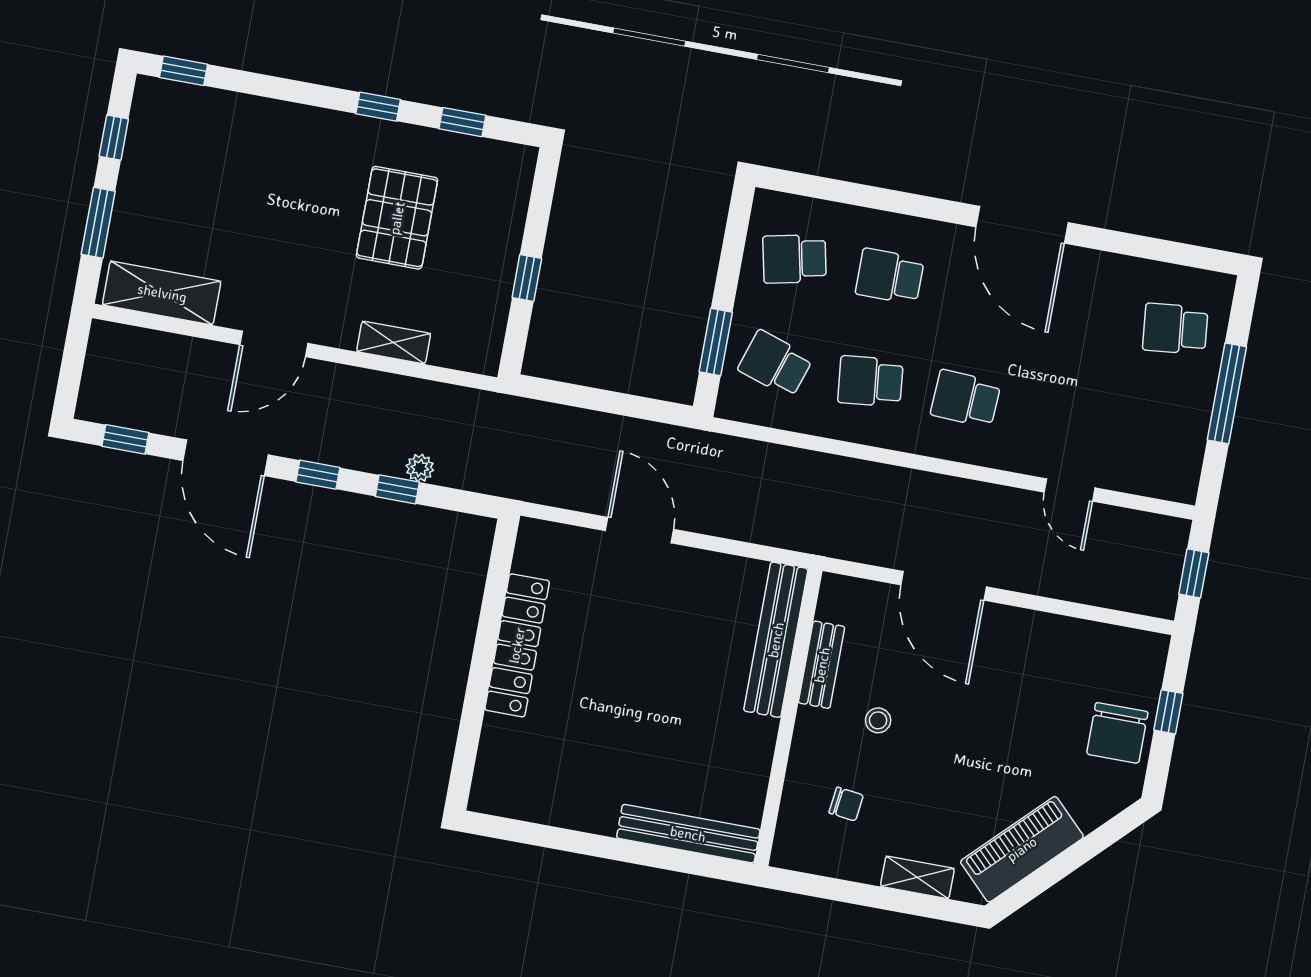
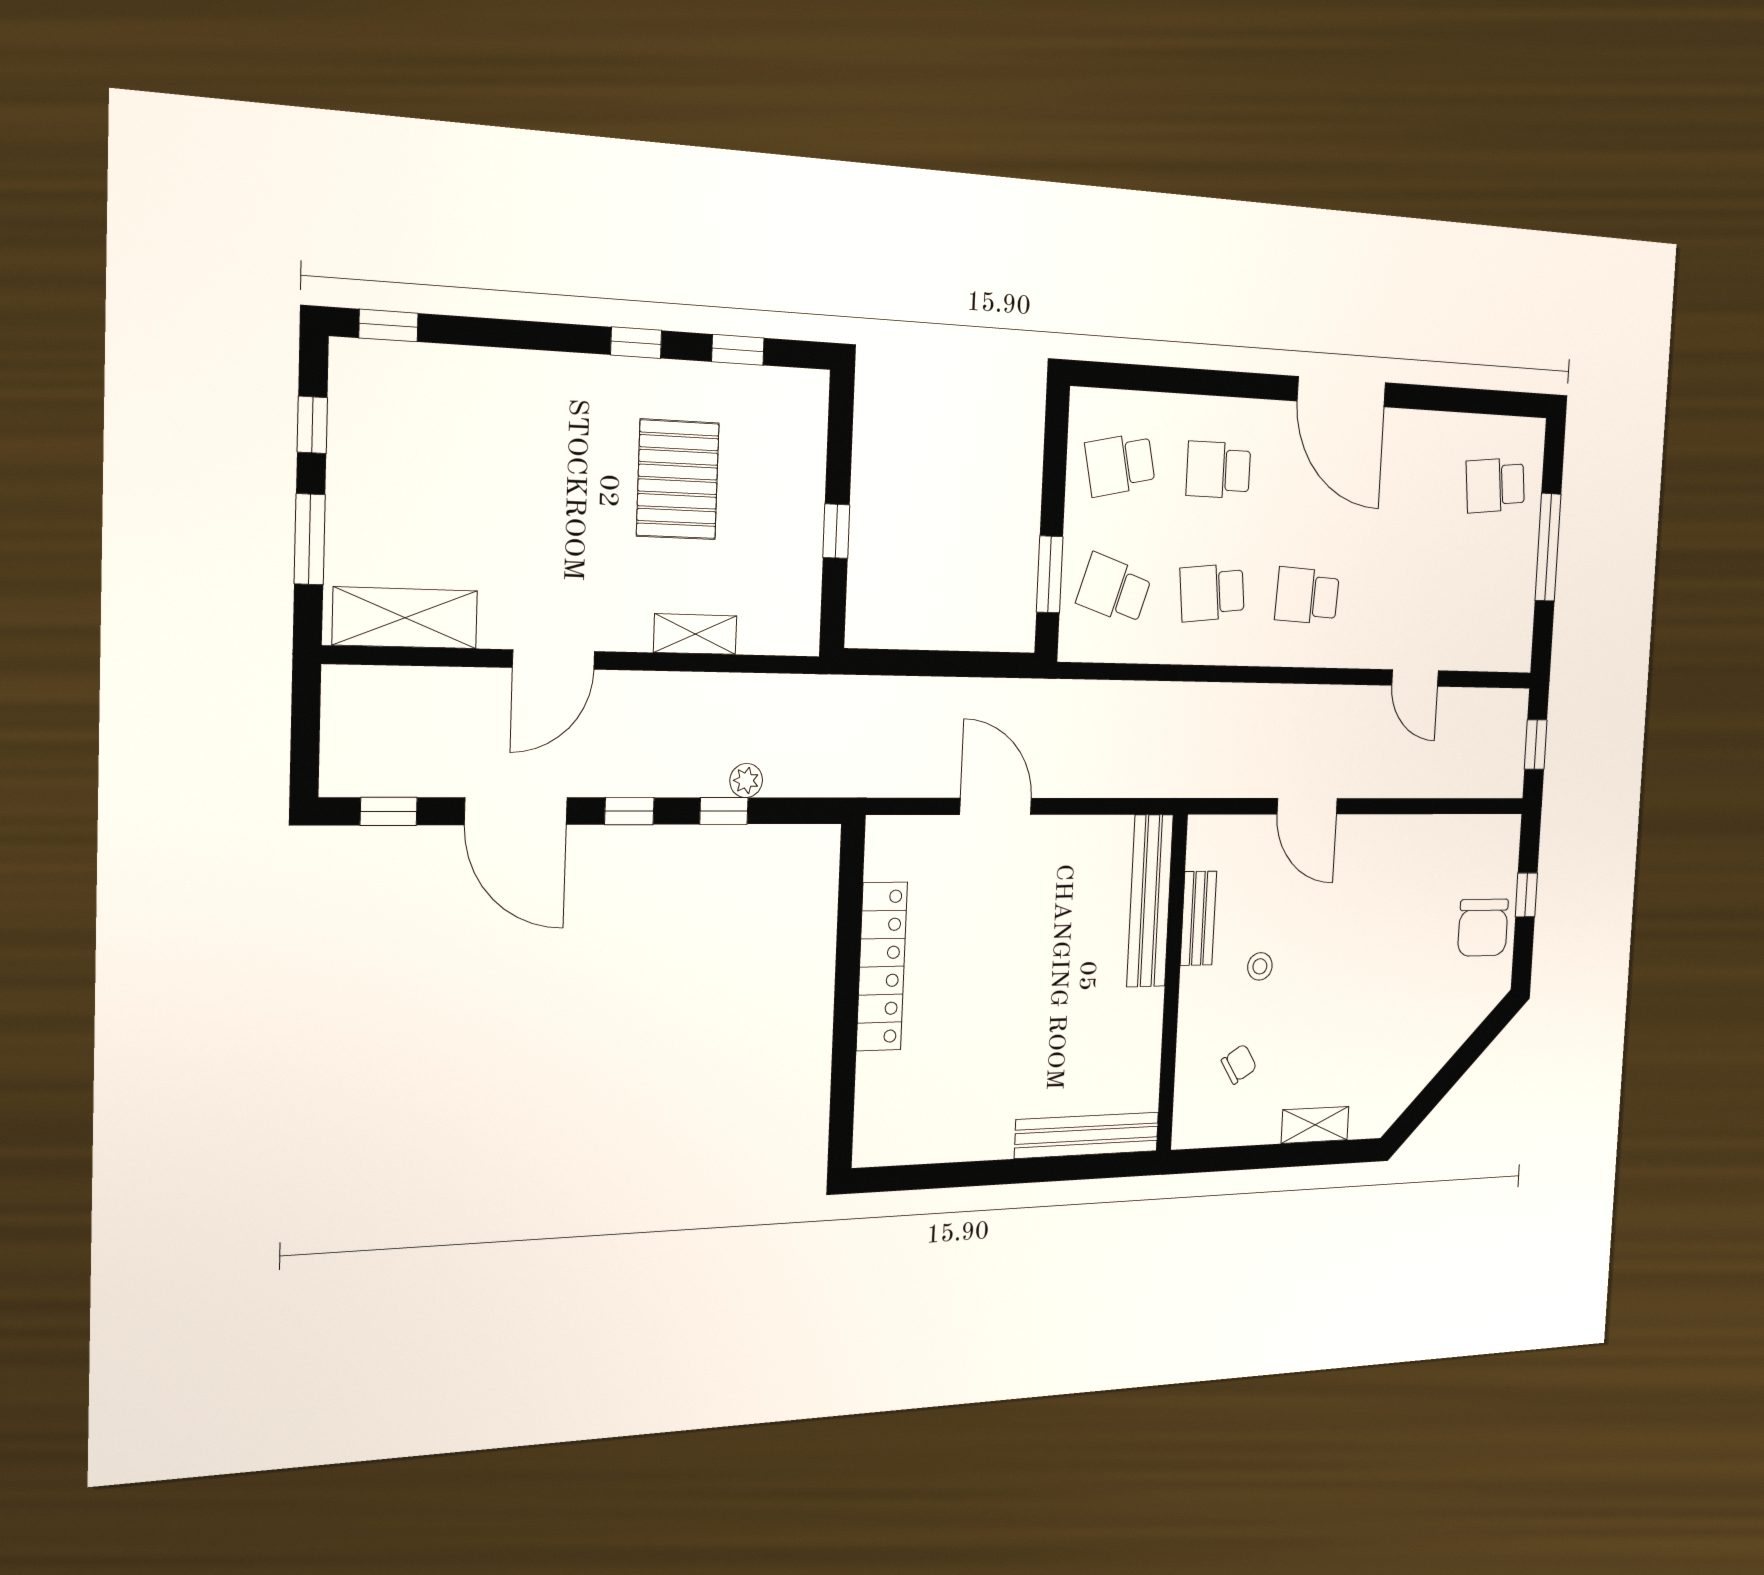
door: (944, 586) -> (1307, 806), width x0.73
chair: (846, 804) -> (1239, 1064), turned -39
piano: (1022, 849) -> (1409, 1070), removed

